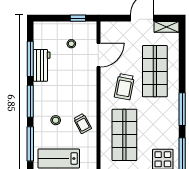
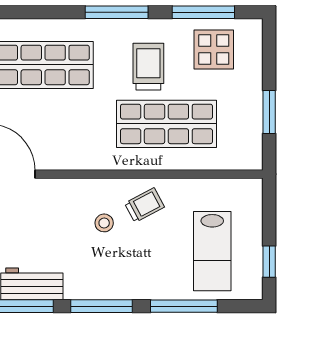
trolley: (124, 87) -> (148, 67), moved, turned -101
stool: (56, 120) -> (104, 223), moved

